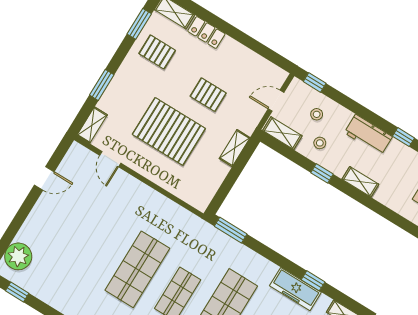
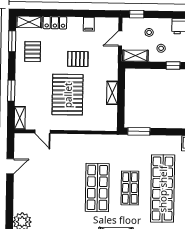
pallet: (157, 52) -> (33, 52), turned 90
filing cabinet: (248, 59) -> (89, 24), added
pallet: (169, 131) -> (68, 95), turned 90
shelving: (235, 148) -> (112, 93), moved

